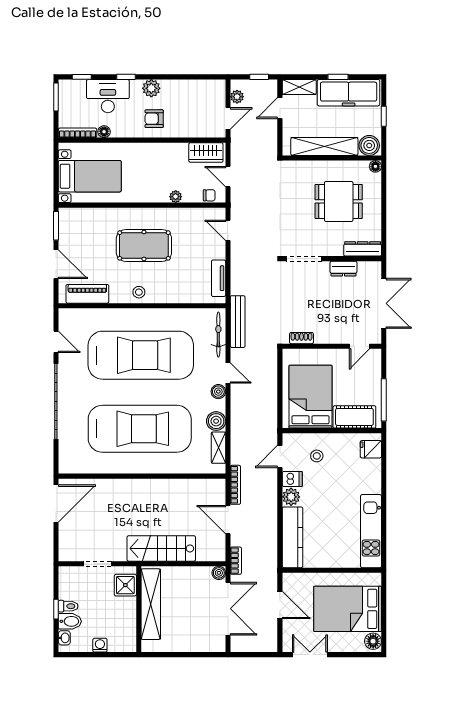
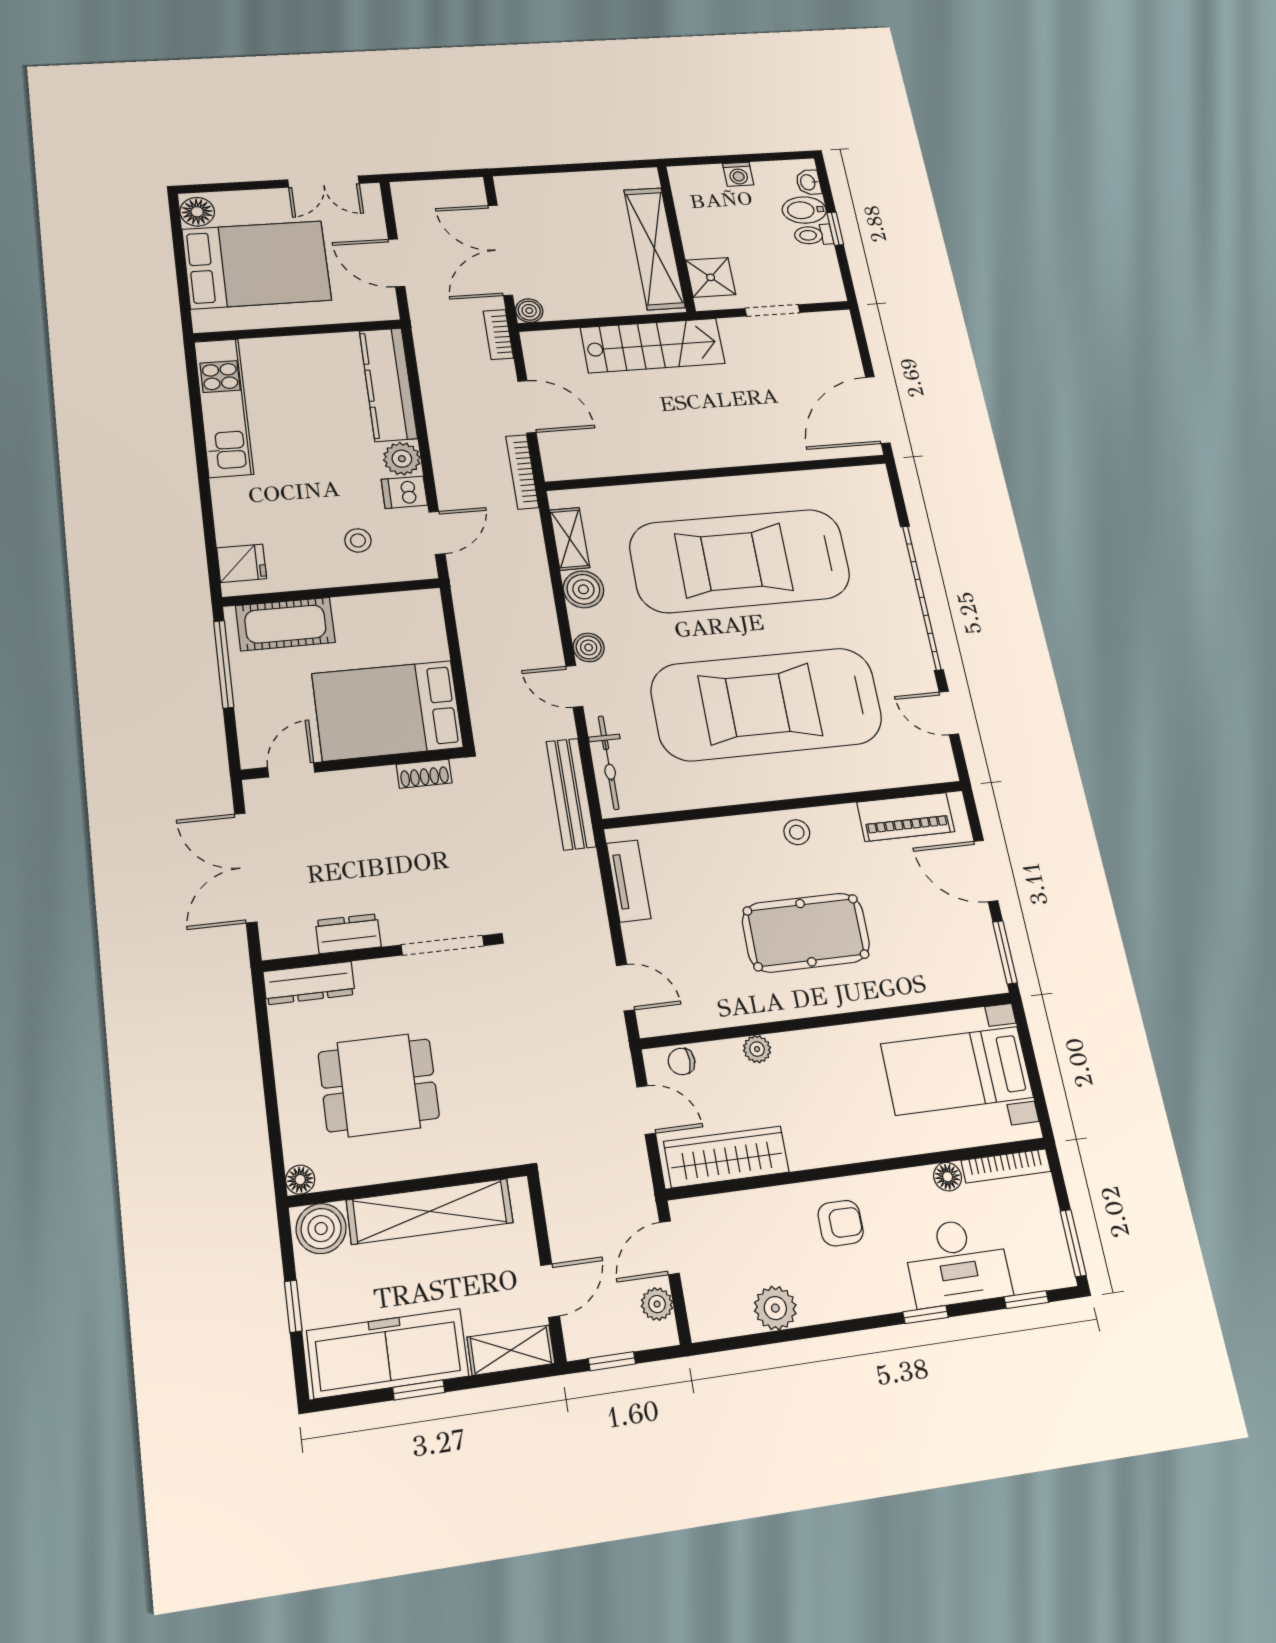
plant: (151, 88) -> (775, 1308), moved
wardrobe: (206, 152) -> (726, 1157), width x1.50
bed: (311, 397) -> (387, 711), moved, turned 90

